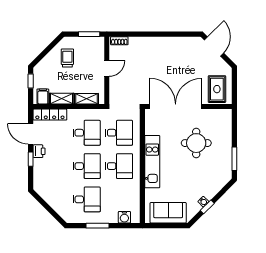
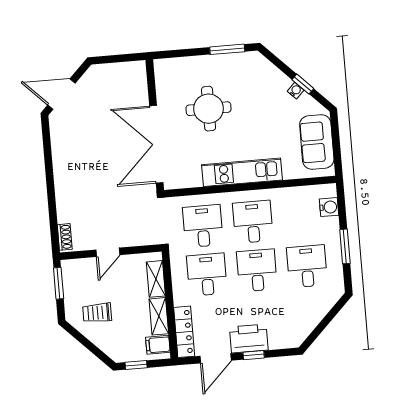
door: (107, 68) -> (108, 252), swing flipped
rug: (217, 89) -> (125, 84), removed
printer: (39, 151) -> (249, 339), width x1.87, depth x1.48

